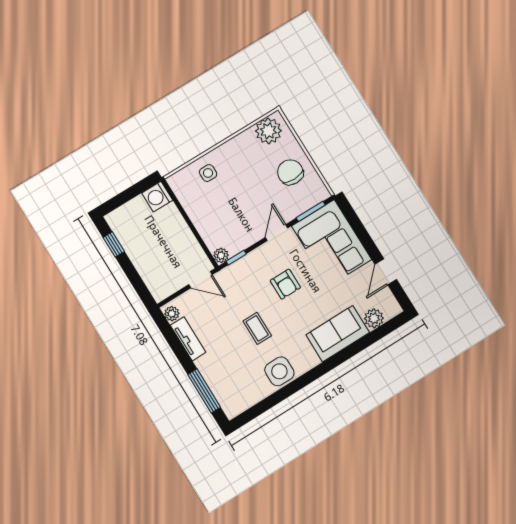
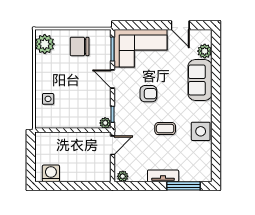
washing machine: (157, 197) -> (51, 173), moved, turned 180
window: (114, 244) -> (57, 186), removed
tv unit: (188, 339) -> (163, 176), moved

